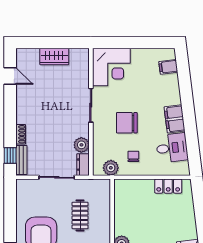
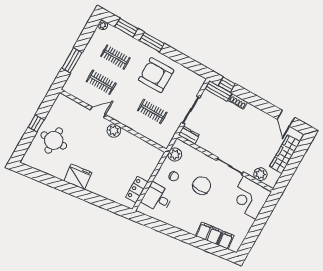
wardrobe: (54, 57) -> (285, 154), width x1.50
door: (10, 76) -> (286, 118), hinge flipped
filing cabinet: (175, 119) -> (209, 233), moved
plant: (81, 145) -> (260, 174), moved
desk: (172, 148) -> (157, 198), moved, turned 97

